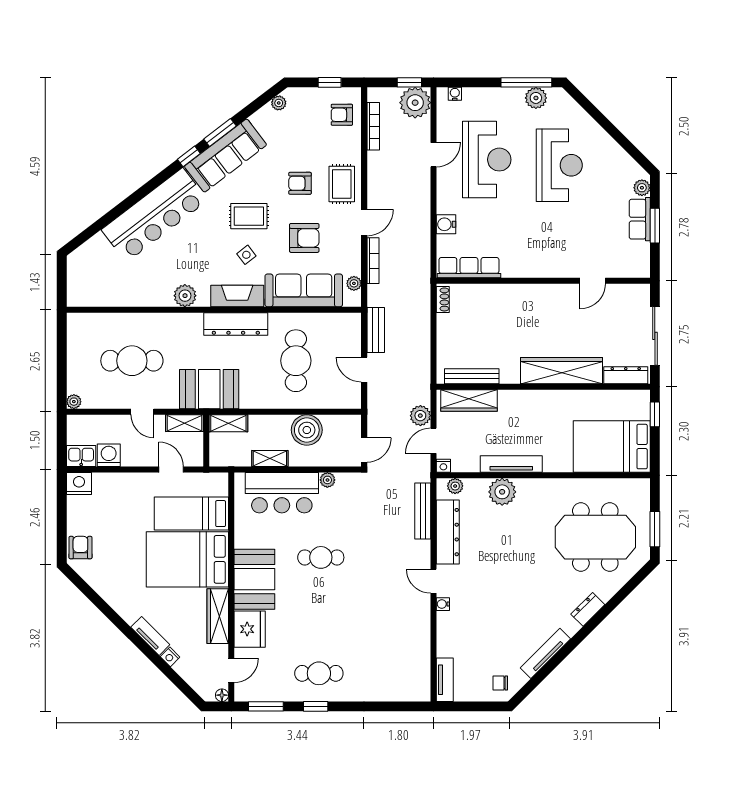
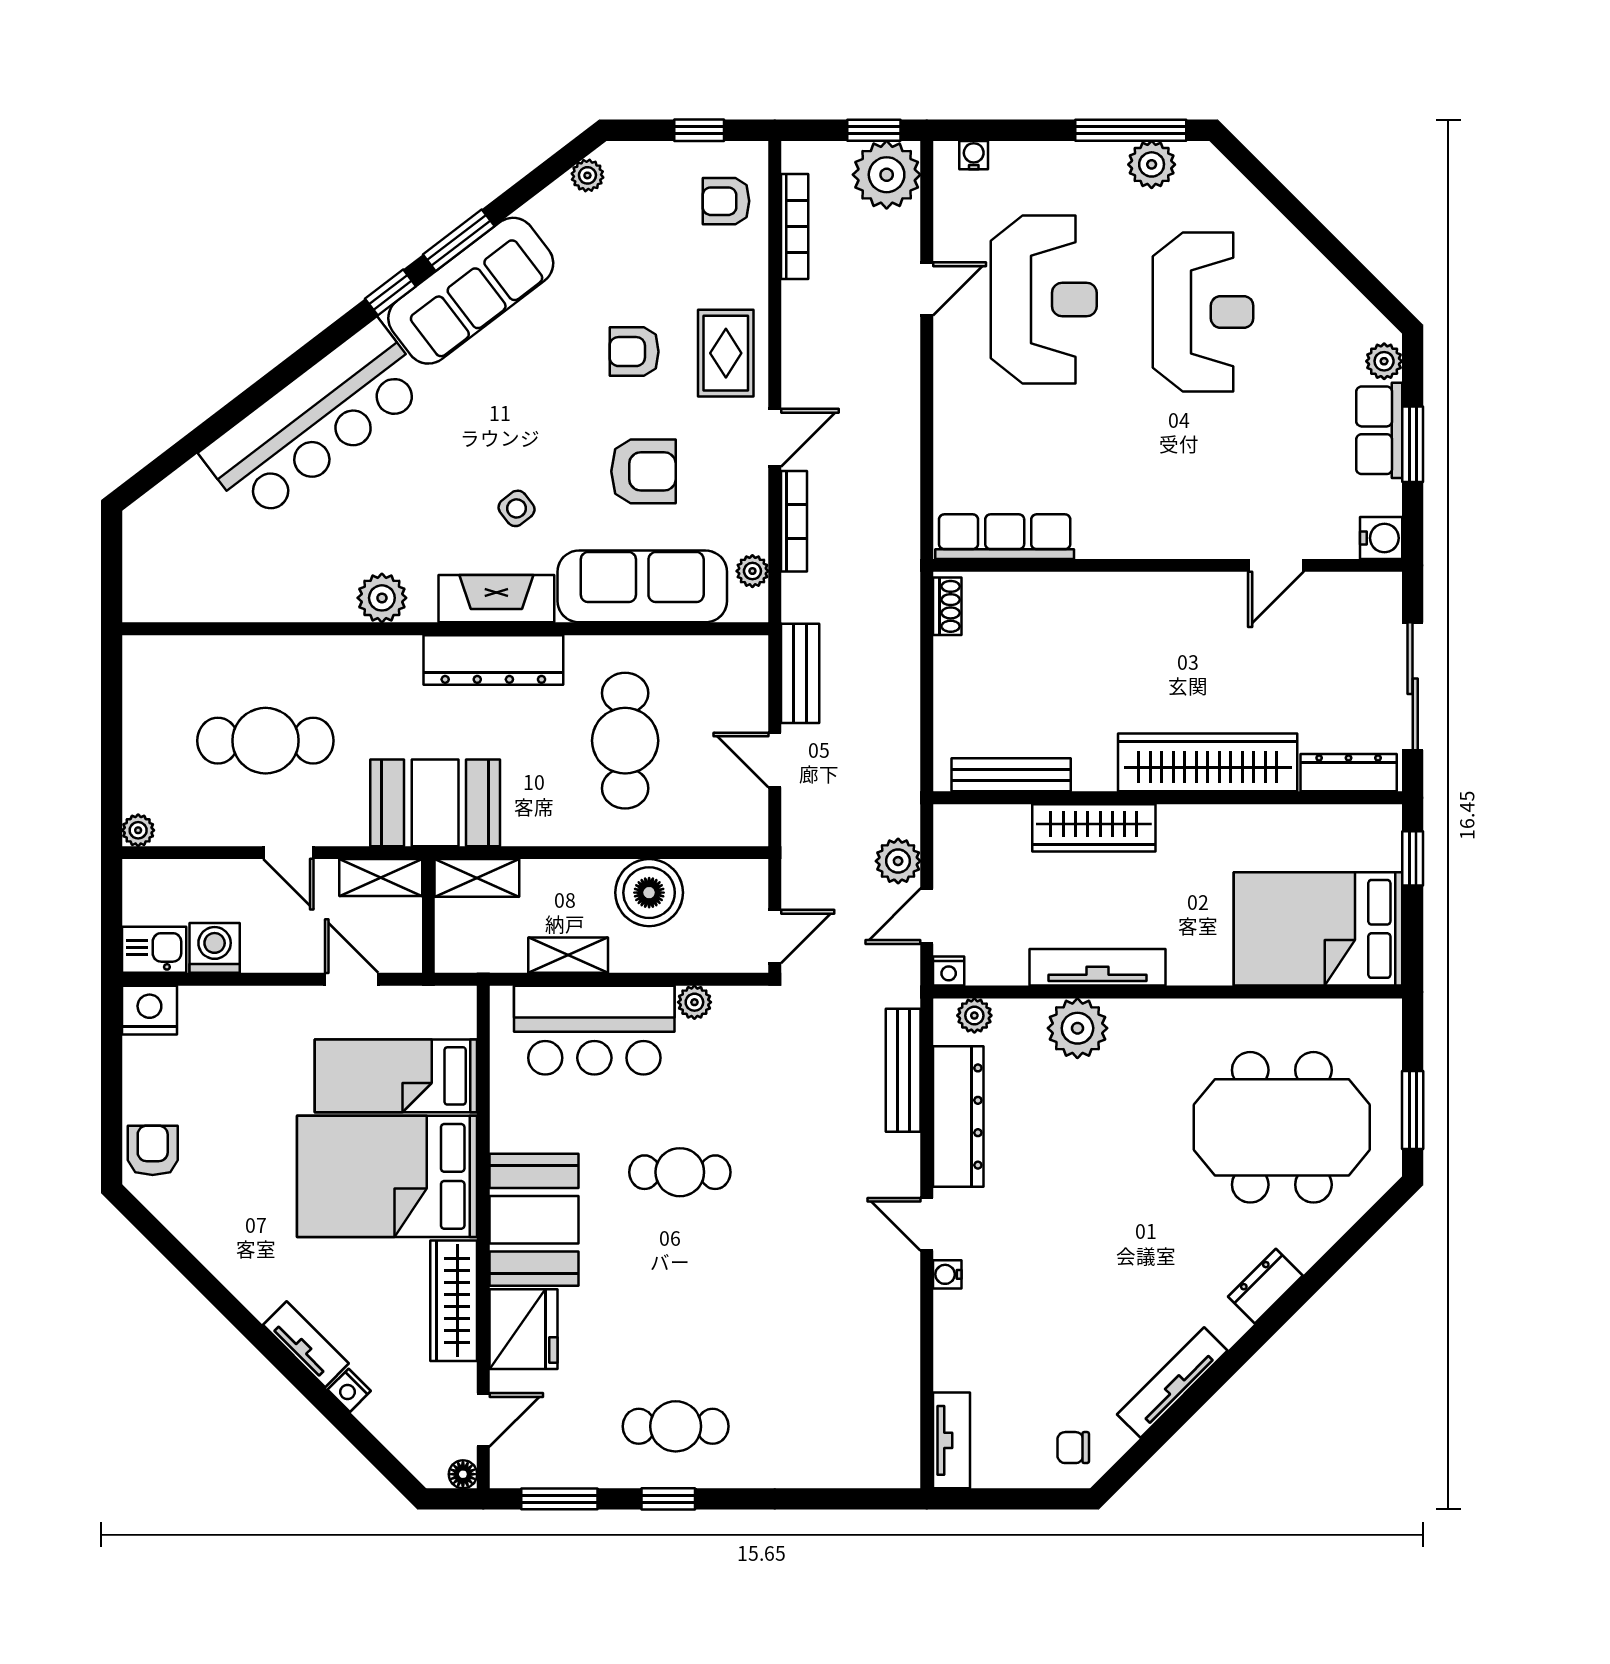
rug: (249, 216) -> (522, 423), removed
water cooler: (446, 224) -> (1381, 538), moved, turned 180
wardrobe: (469, 400) -> (1094, 828), moved

